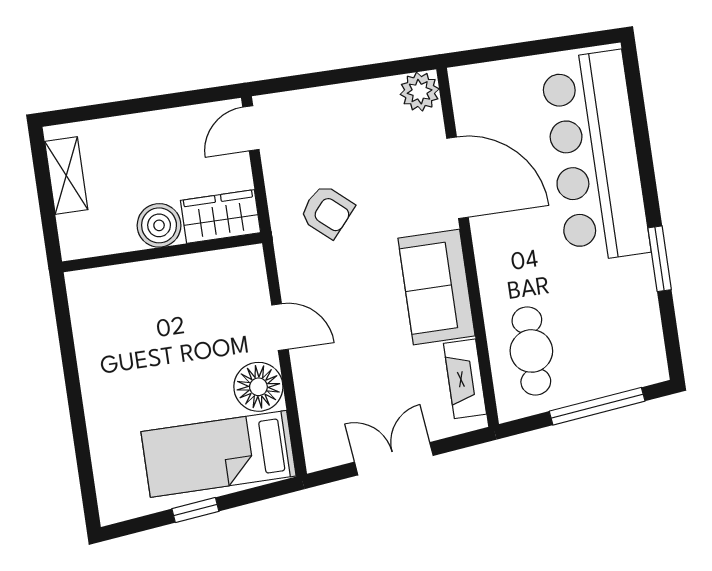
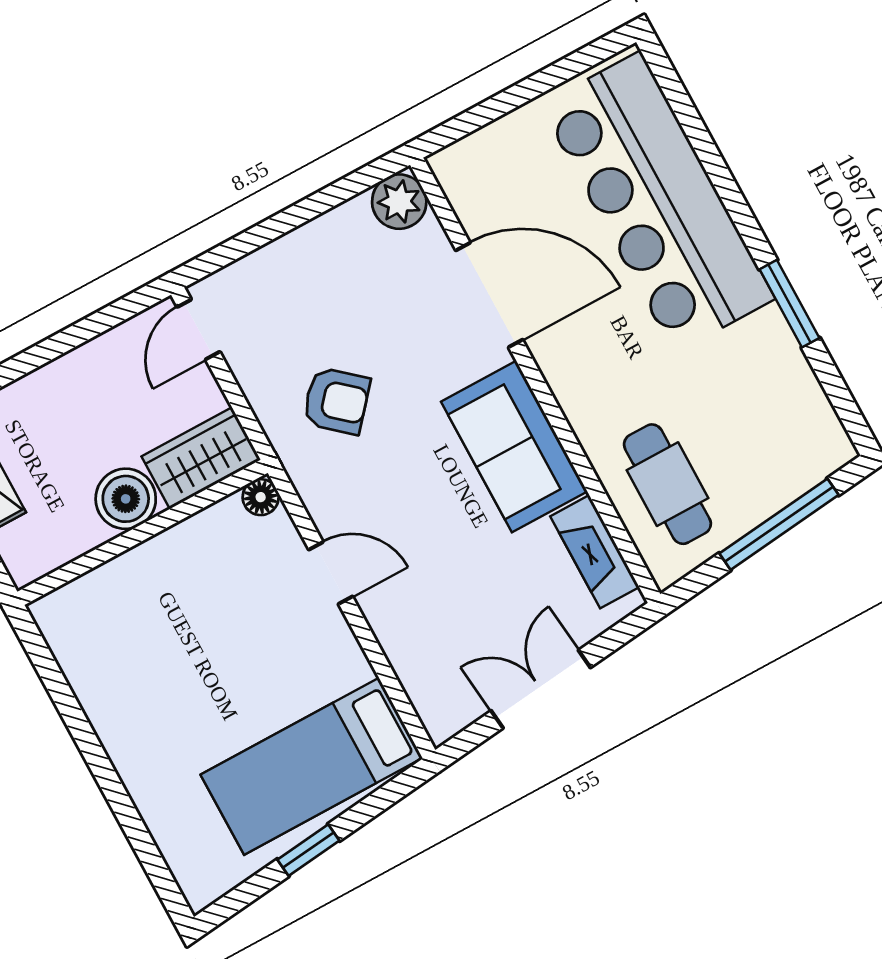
floor lamp: (258, 387) -> (261, 497), moved, width x0.53, depth x0.53

